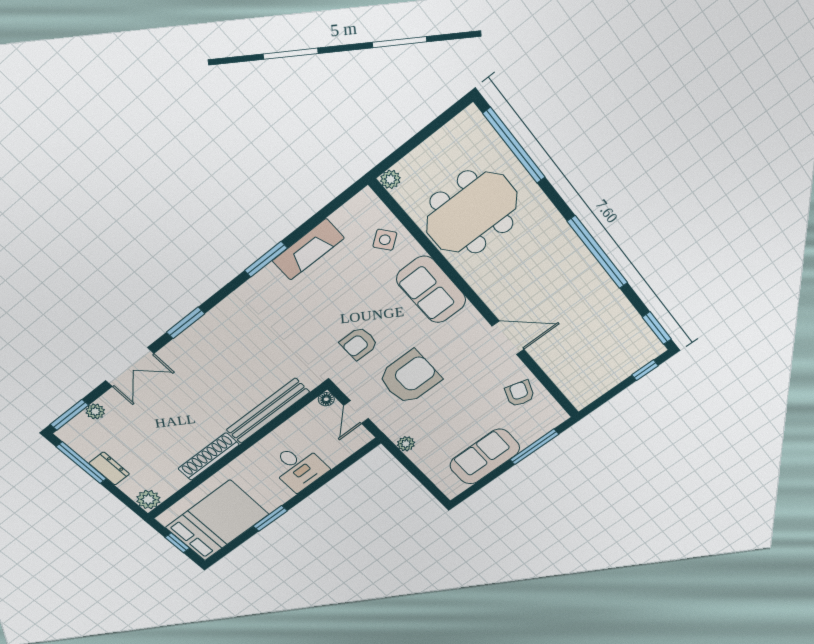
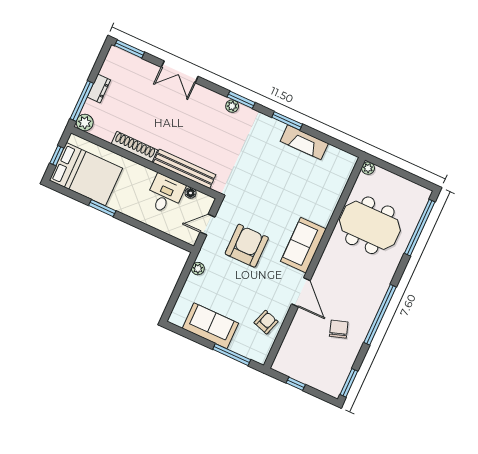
side table: (385, 240) -> (330, 184), removed
sofa: (431, 290) -> (303, 245), moved
chair: (583, 312) -> (339, 329), added
window: (186, 323) -> (241, 100), moved
armchair: (359, 343) -> (256, 202), removed
window: (645, 370) -> (296, 384), moved
armchair: (410, 378) -> (247, 246), turned -90
floor lamp: (326, 399) -> (191, 193), moved
plant: (95, 411) -> (232, 106), moved
window: (81, 463) -> (82, 101), moved
desk: (298, 467) -> (165, 194), moved, turned 180

